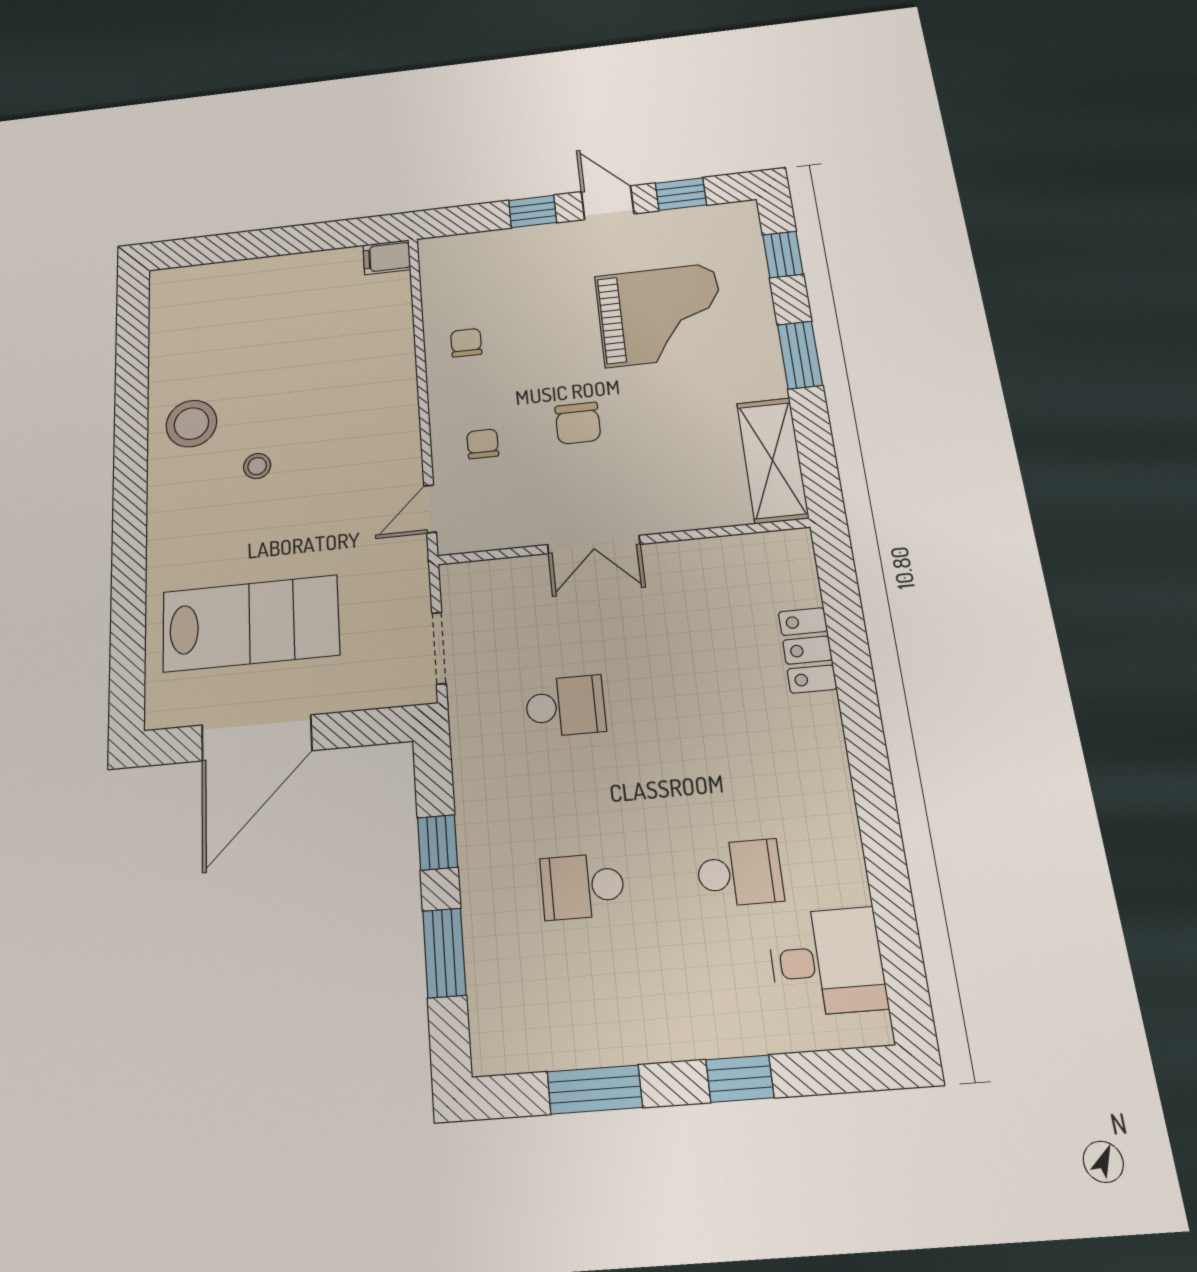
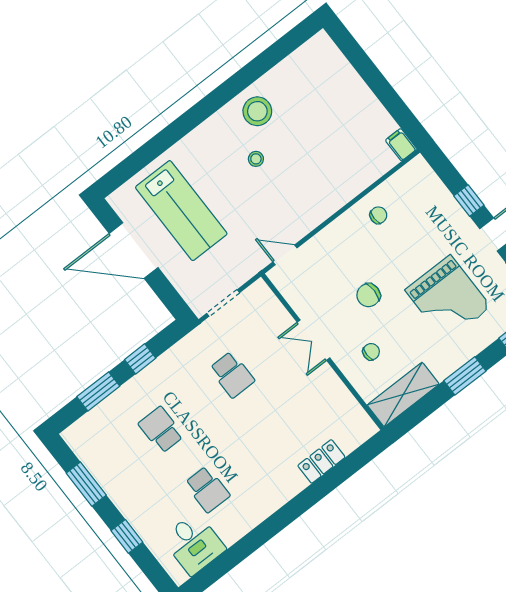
chair: (483, 444) -> (371, 352), moved

